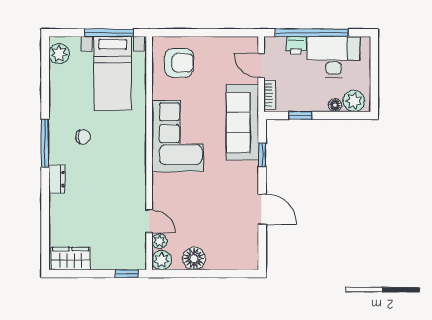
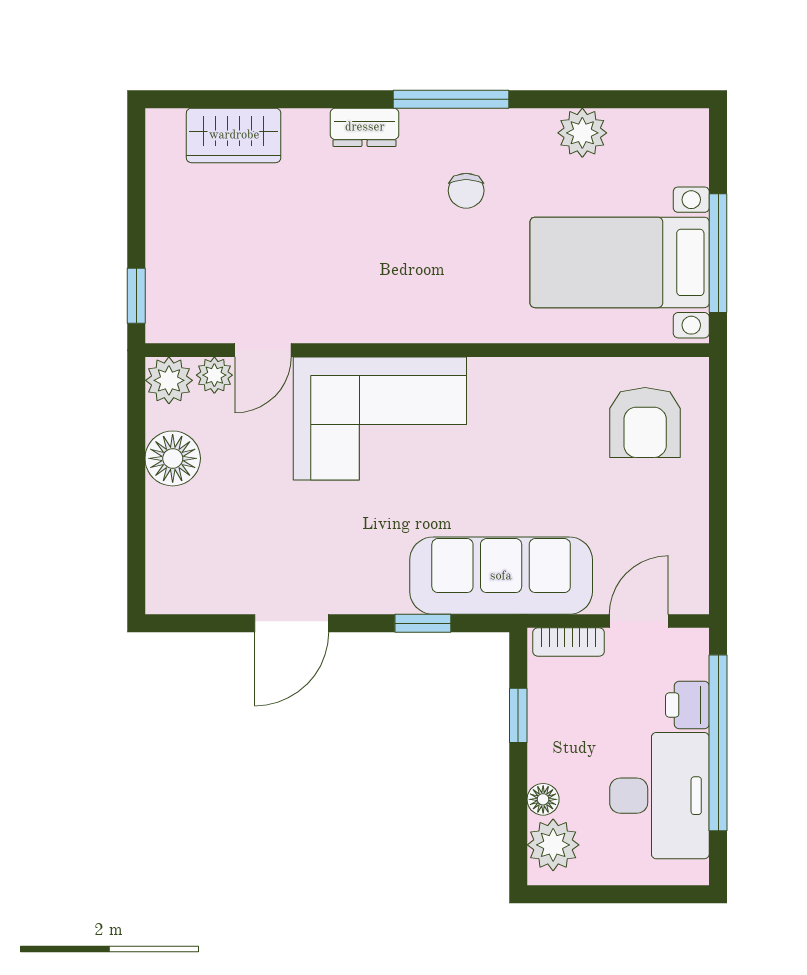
plant: (59, 54) -> (582, 133), moved
corner sofa: (177, 136) -> (380, 419), moved
wardrobe: (71, 259) -> (234, 135), moved, turned 90

